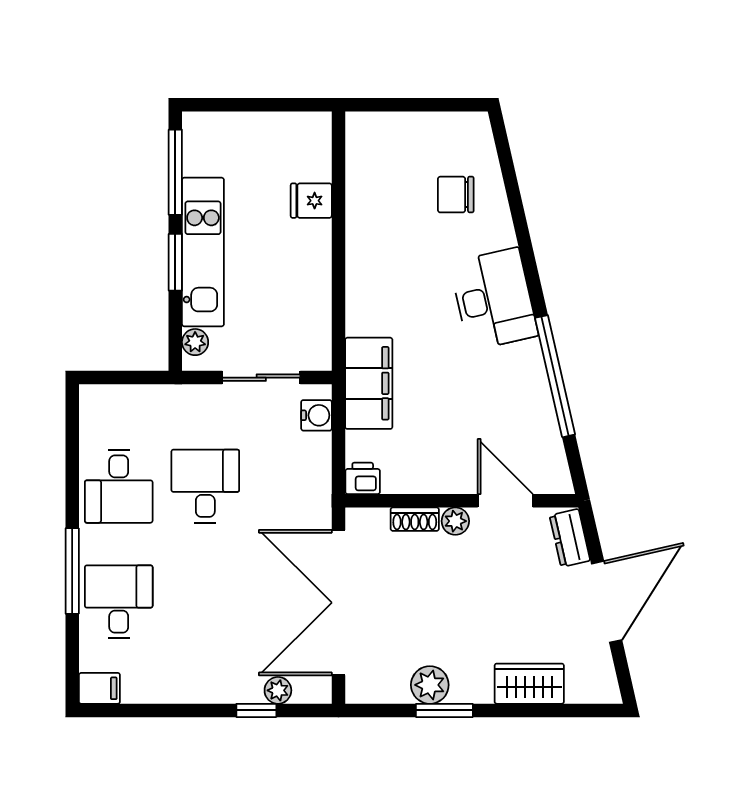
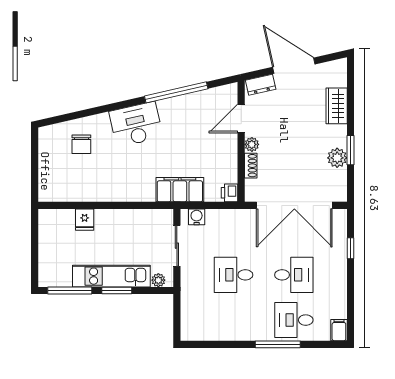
desk: (119, 486) -> (294, 275), moved
plant: (278, 690) -> (340, 237), removed

